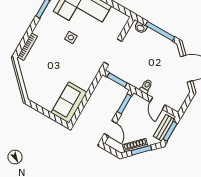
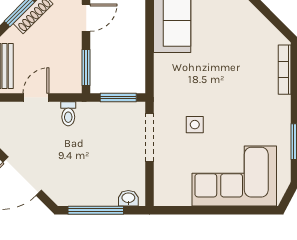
side table: (71, 37) -> (195, 125), moved
door: (157, 103) -> (36, 98), hinge flipped
door: (110, 128) -> (86, 18), swing flipped

